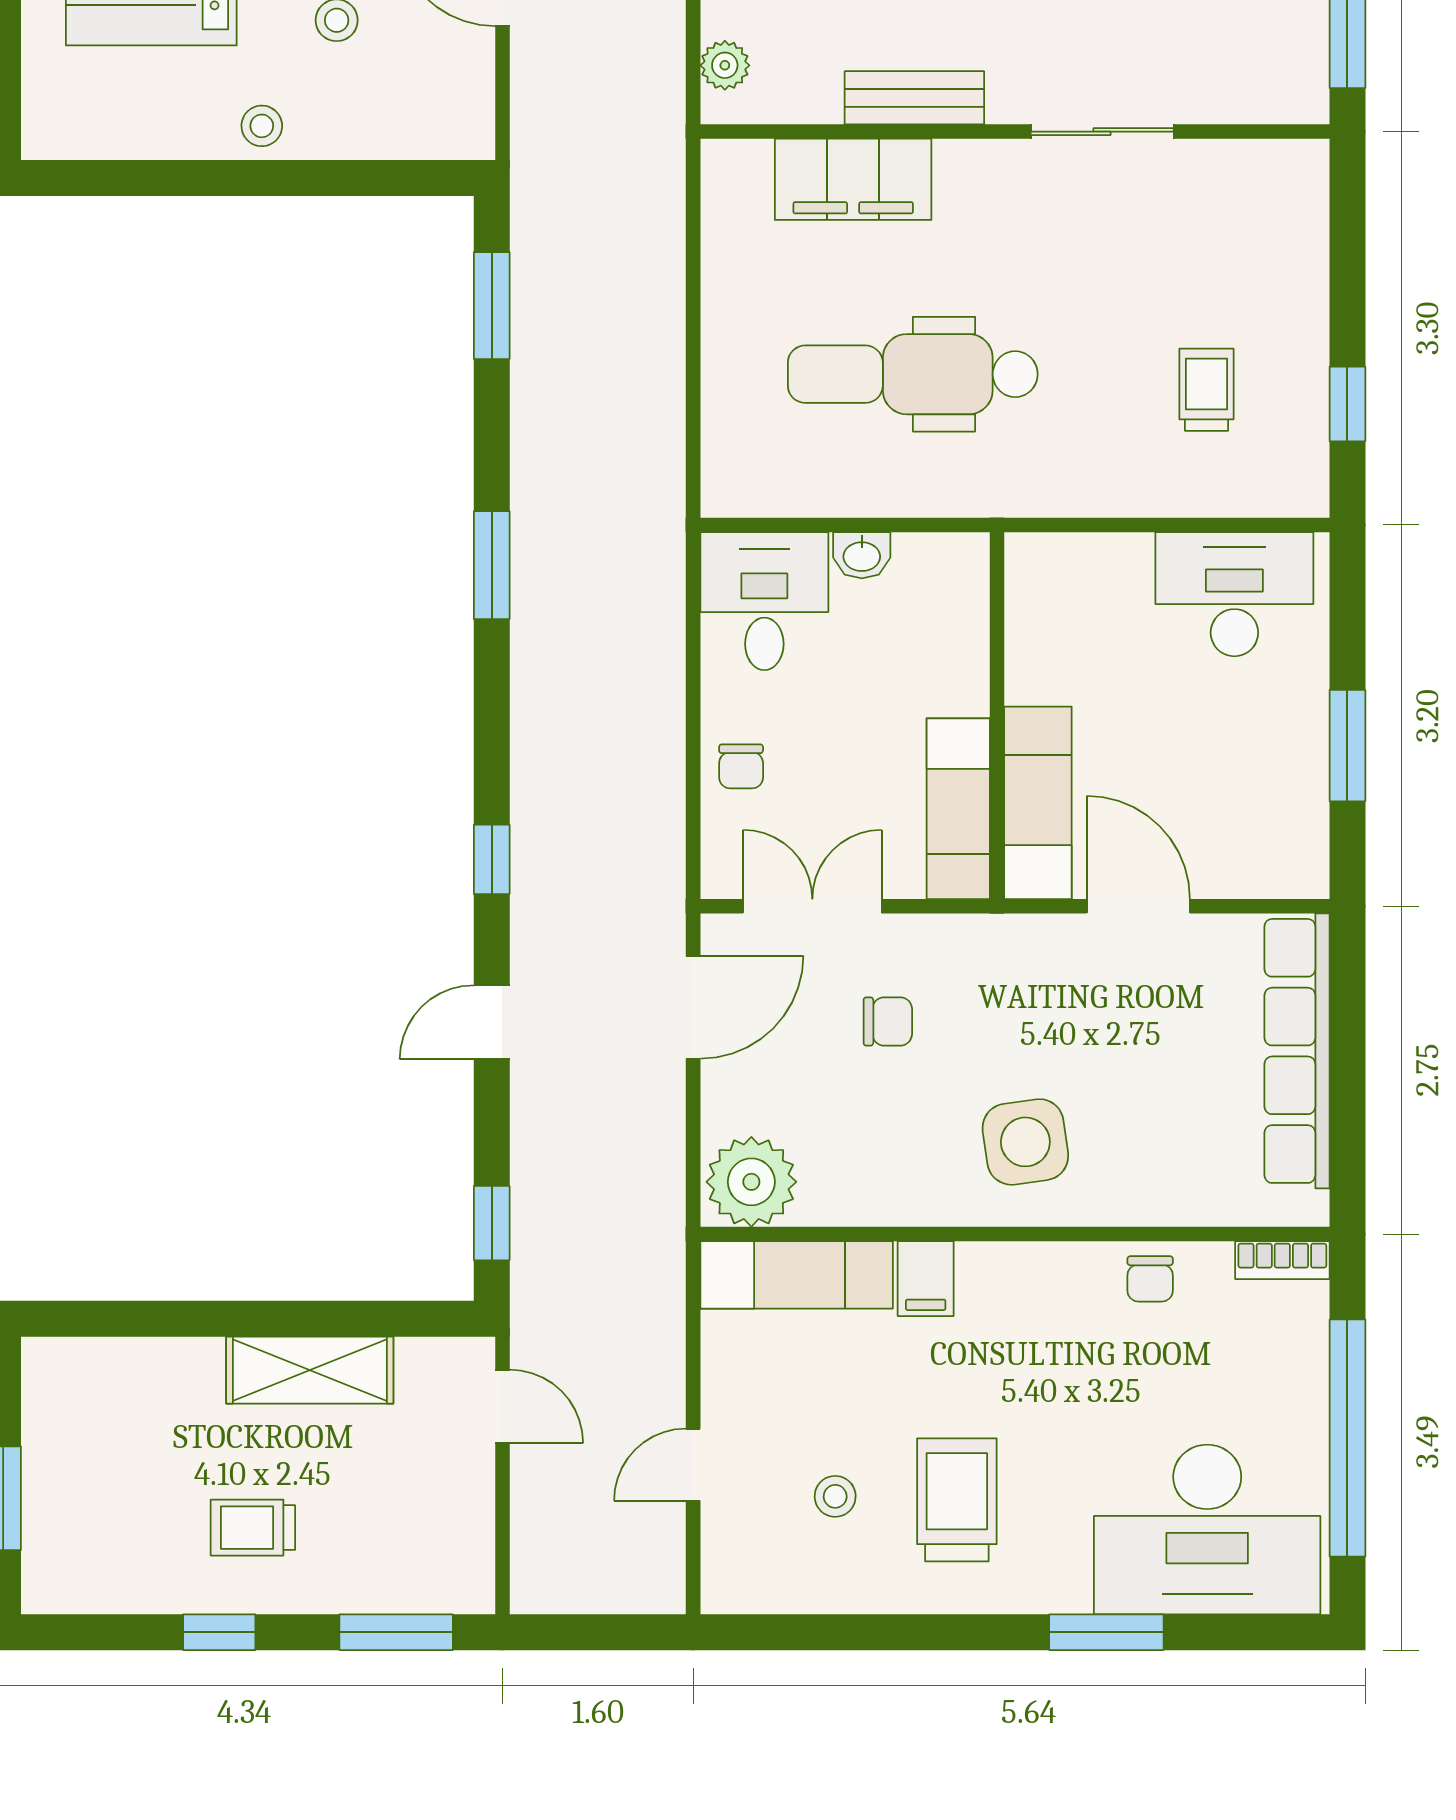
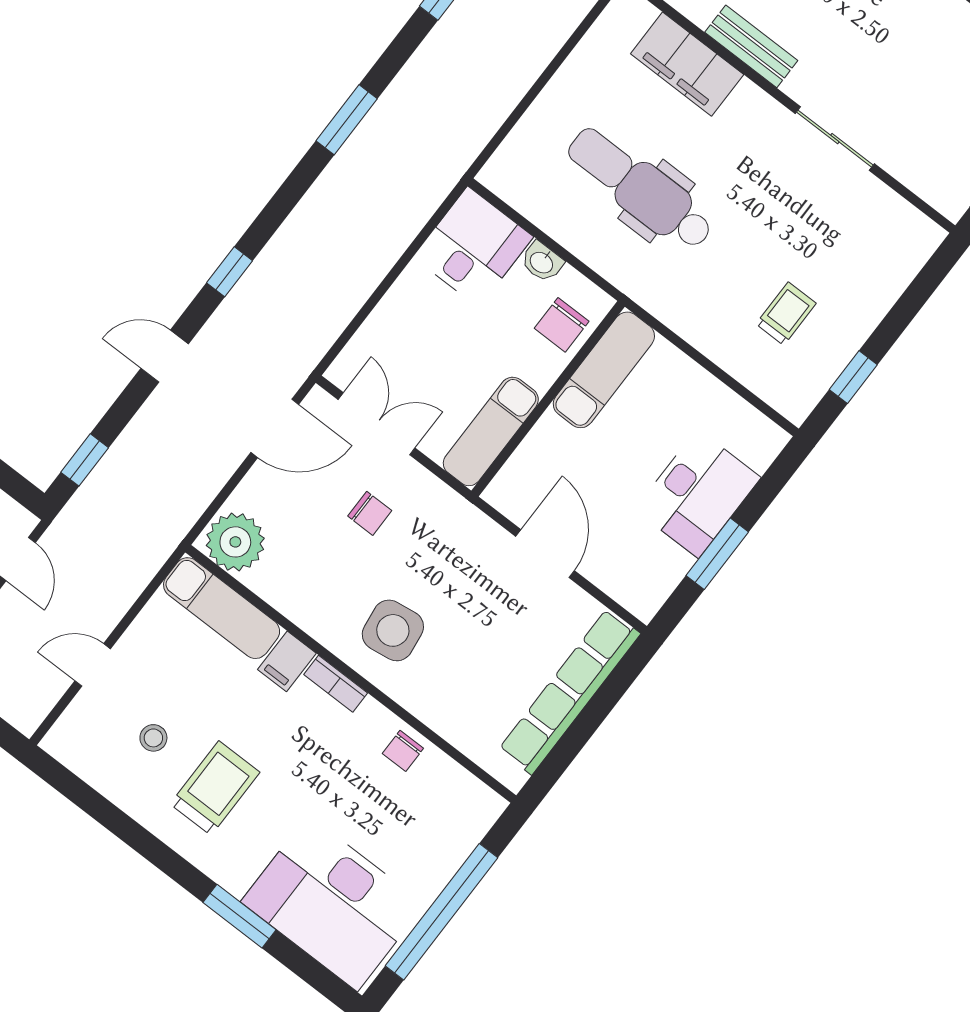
desk: (1234, 594) -> (698, 493), moved, turned 90
chair: (741, 766) -> (562, 325), moved, width x1.37, depth x1.37
exam couch: (1038, 803) -> (604, 370), moved
bookcase: (1282, 1260) -> (336, 684), moved

